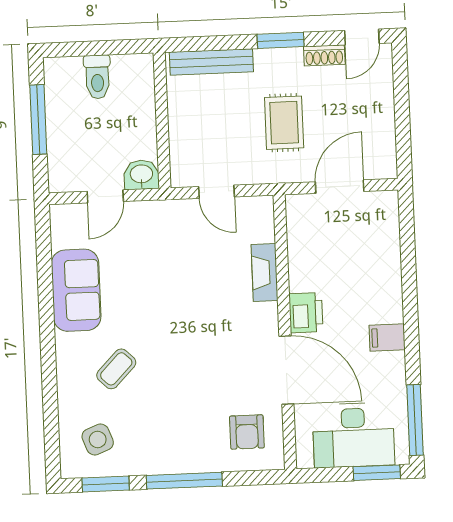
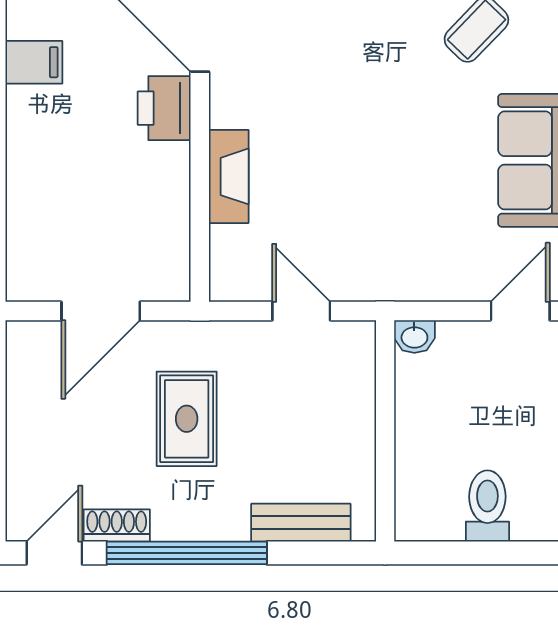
window: (281, 40) -> (187, 553), width x2.11
bench: (211, 62) -> (301, 523), width x0.73
washbasin: (141, 175) -> (414, 336), width x0.72, depth x0.69
door: (105, 196) -> (520, 311), moved

